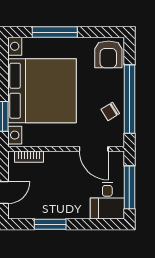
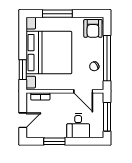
desk: (107, 201) -> (78, 126), moved

